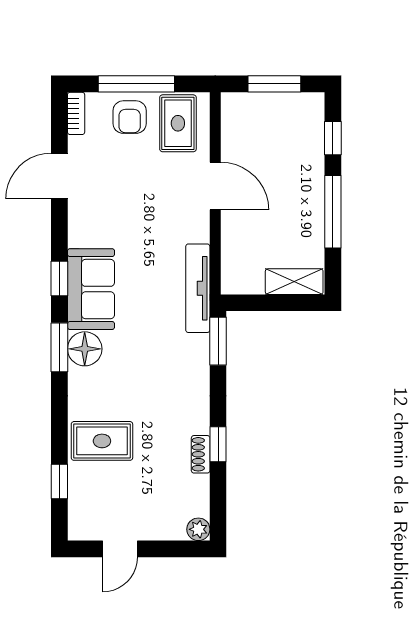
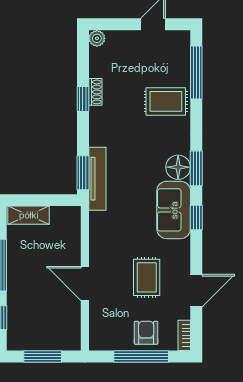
rug: (178, 123) -> (147, 277), moved
tv unit: (198, 288) -> (97, 179), moved
window: (59, 482) -> (196, 72), width x2.17

